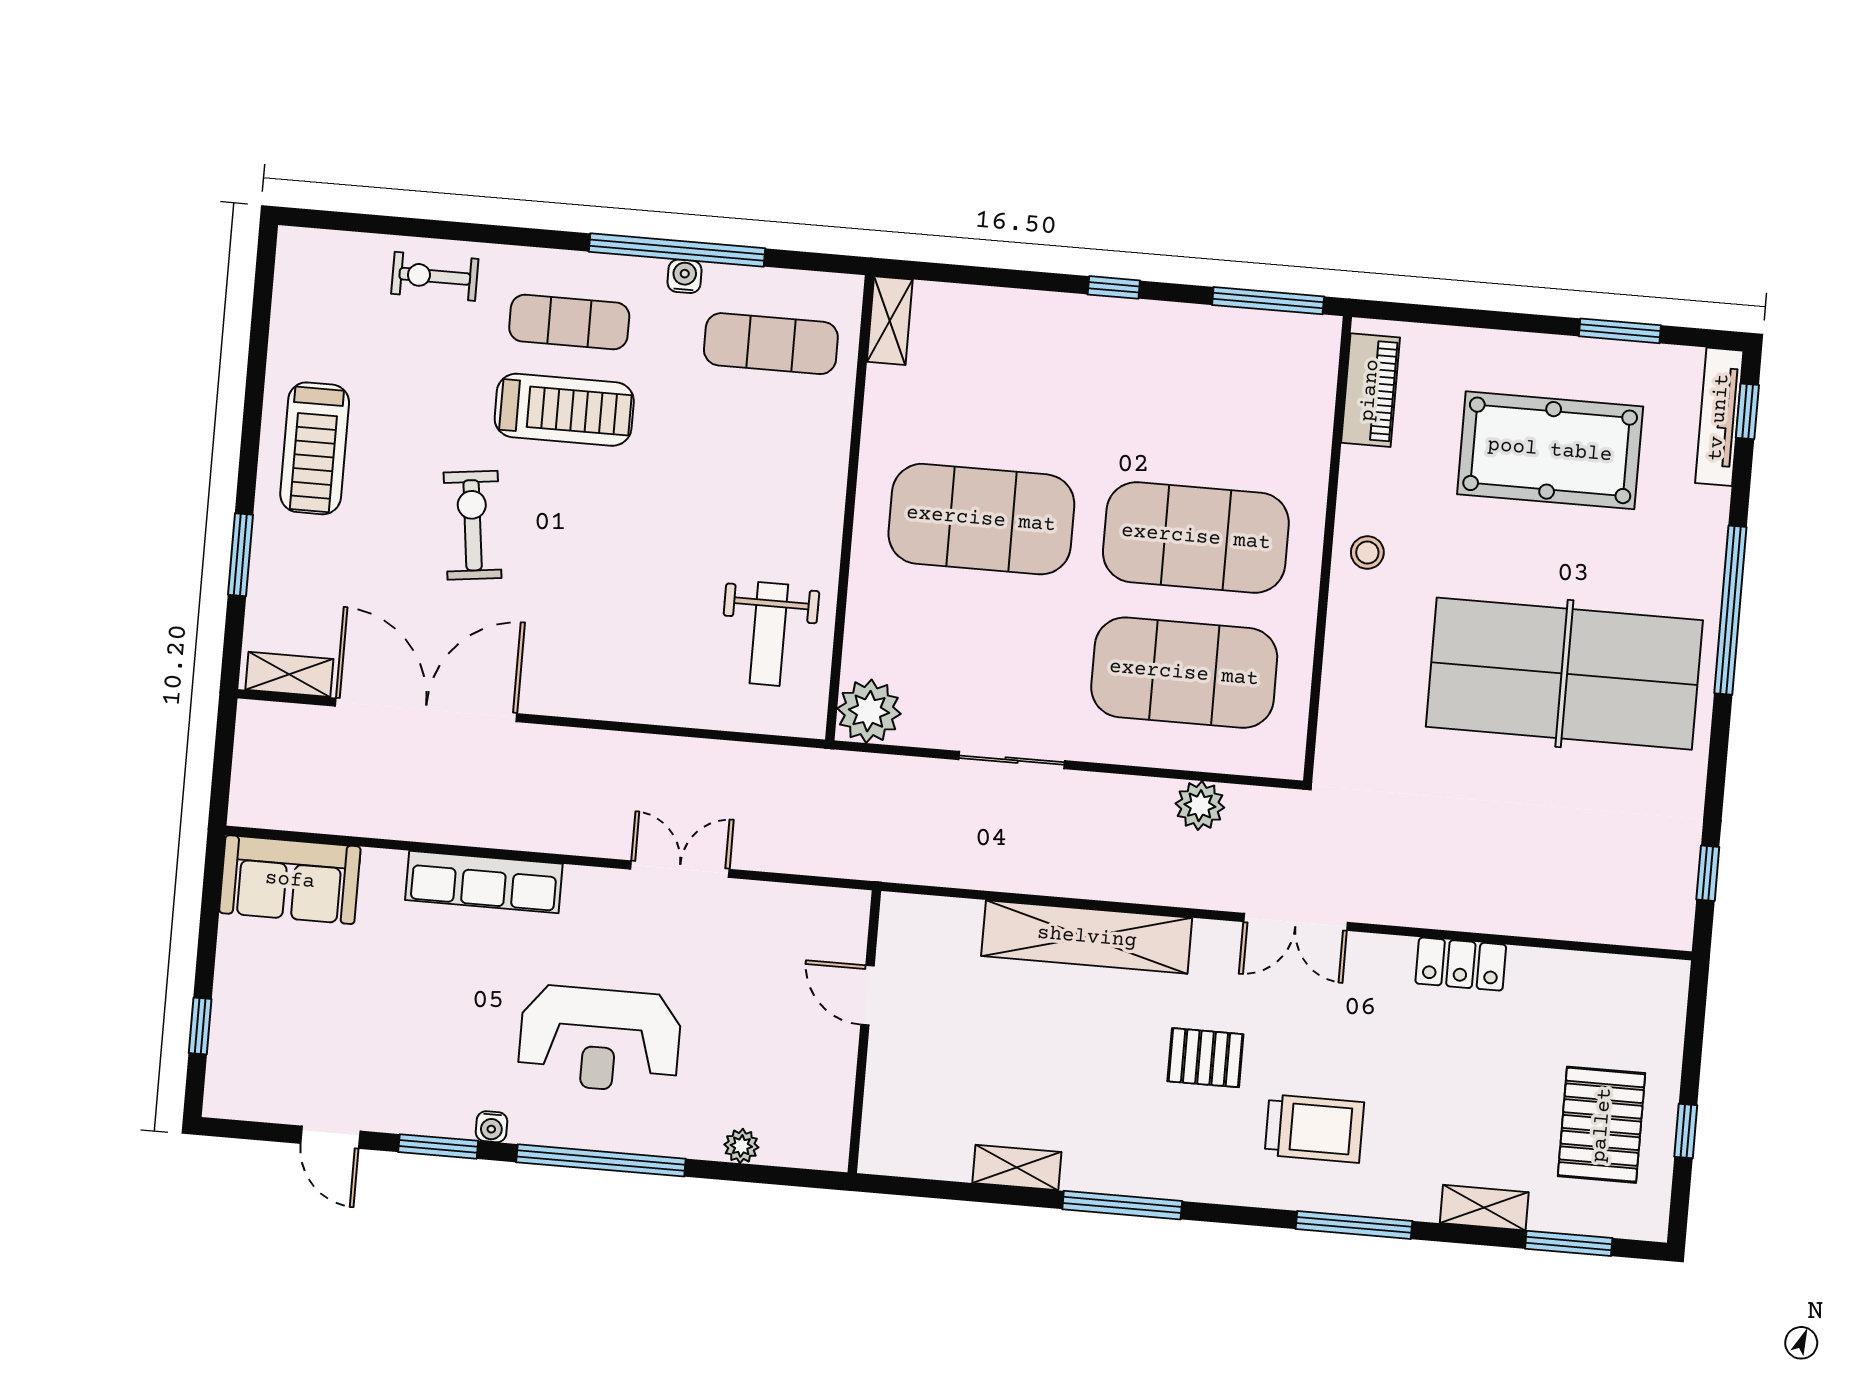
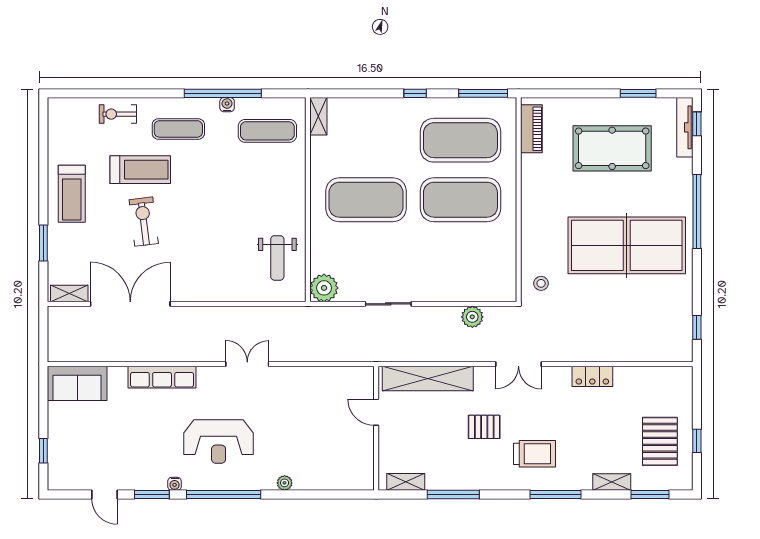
treadmill: (564, 410) -> (140, 170), moved
stool: (1367, 553) -> (541, 283), moved
exercise mat: (1184, 673) -> (460, 140), moved
door: (867, 995) -> (376, 412), moved
wall: (864, 1032) -> (376, 428), moved

